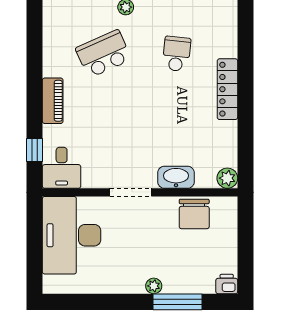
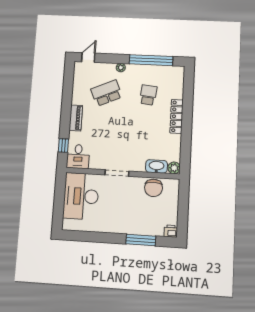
washbasin: (176, 177) -> (156, 166), moved
plant: (154, 286) -> (127, 229), removed

